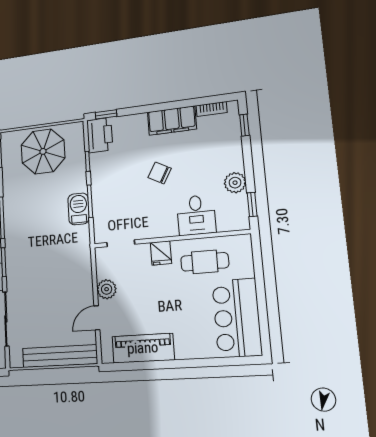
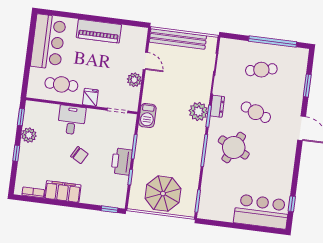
window: (244, 125) -> (16, 153), moved
printer: (100, 135) -> (122, 161), moved
barbecue: (79, 209) -> (147, 116), moved
desk: (196, 215) -> (72, 120), moved
plant: (17, 265) -> (198, 112), added
door: (97, 318) -> (145, 61), hinge flipped
piano: (143, 348) -> (99, 31), moved

